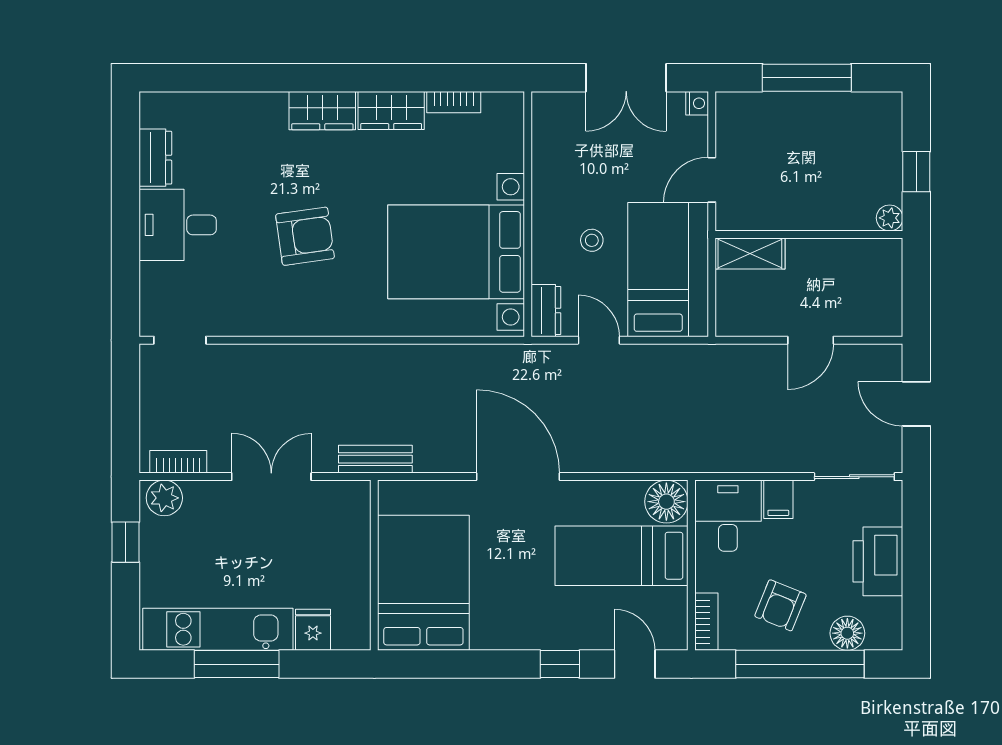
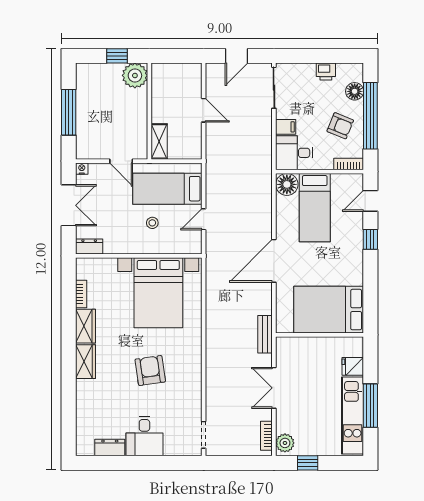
plant: (890, 218) -> (135, 75), width x1.88, depth x1.88
dresser: (546, 311) -> (89, 247), moved
printer: (878, 561) -> (326, 71), width x0.53, depth x0.68

